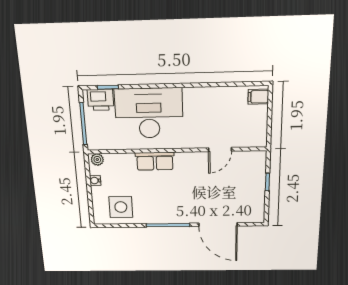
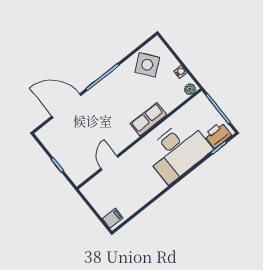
side table: (121, 207) -> (147, 65), turned -38

